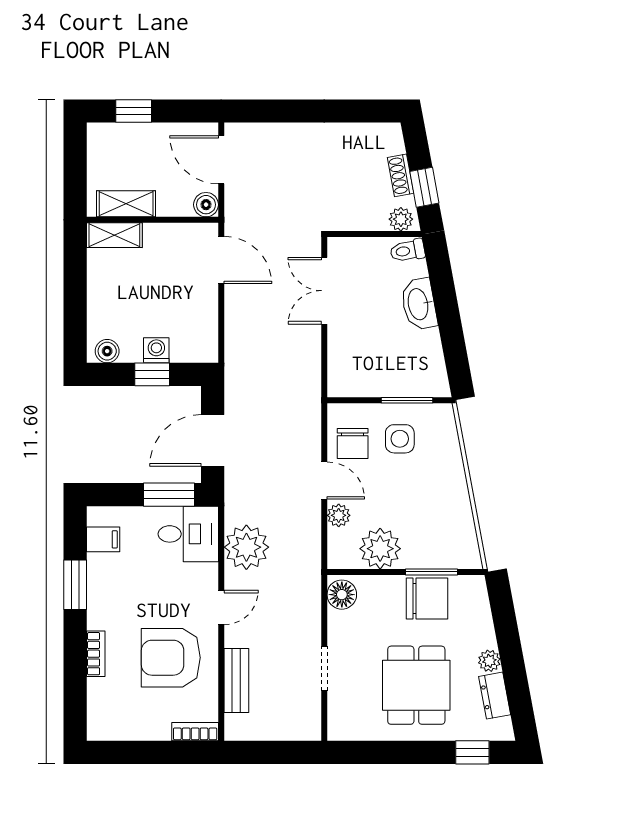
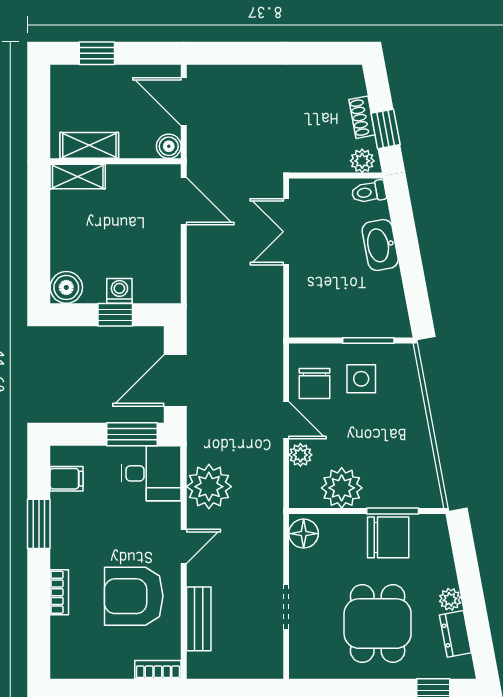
boiler: (107, 351) -> (66, 287), width x1.36, depth x1.36

